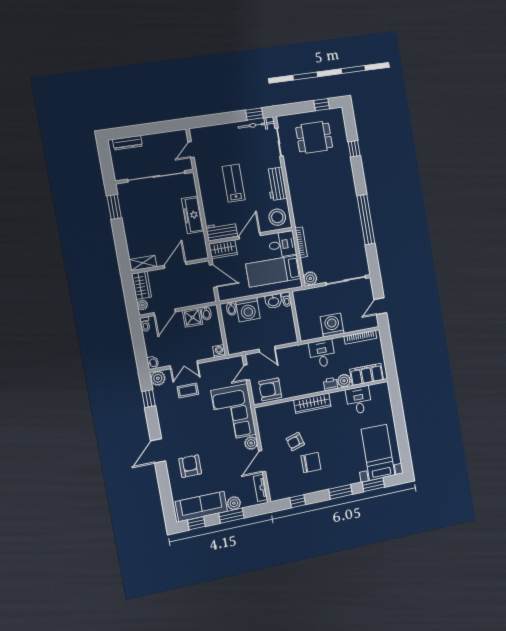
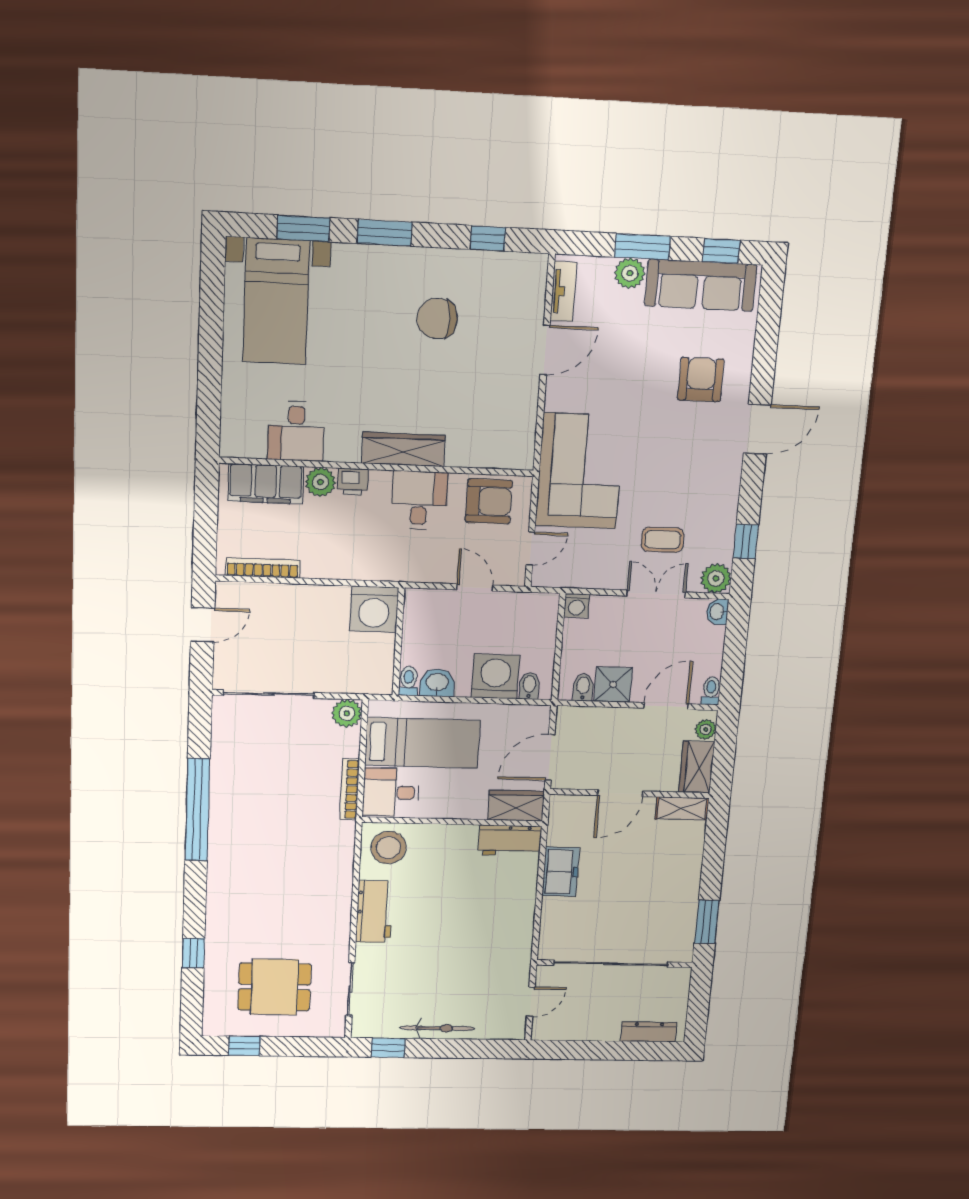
bicycle: (256, 125) -> (437, 1028), moved
lab bench: (234, 183) -> (462, 927), removed
freezer: (193, 215) -> (560, 872), width x0.71
door: (250, 236) -> (455, 822), removed
door: (213, 276) -> (550, 757), hinge flipped
washing machine: (332, 325) -> (374, 609), moved
desk: (322, 353) -> (419, 500), moved, turned 180
armchair: (295, 442) -> (461, 374), removed
plant: (251, 443) -> (559, 396), removed
armchair: (190, 466) -> (701, 380), turned 180

